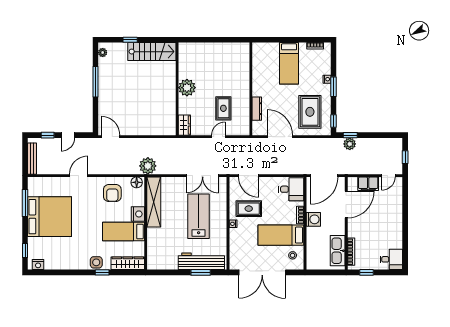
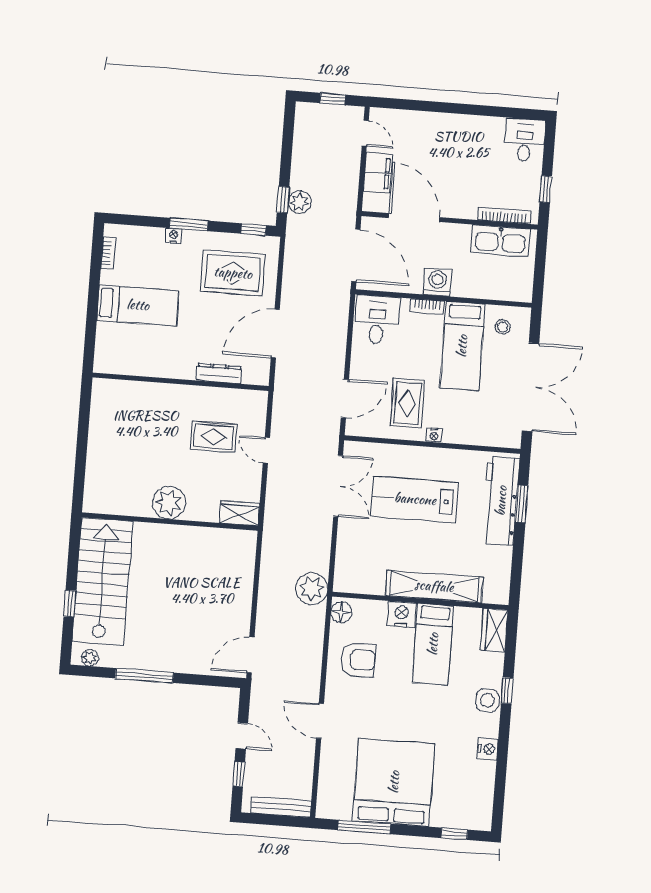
stairs: (152, 52) -> (103, 581), width x1.36, depth x1.51
shelving: (154, 202) -> (434, 586), moved
wardrobe: (128, 263) -> (494, 630), width x0.67
nightstand: (38, 265) -> (488, 749), moved

